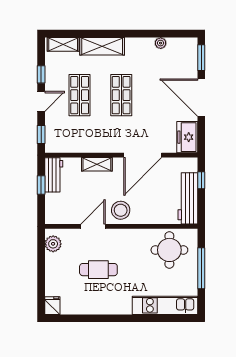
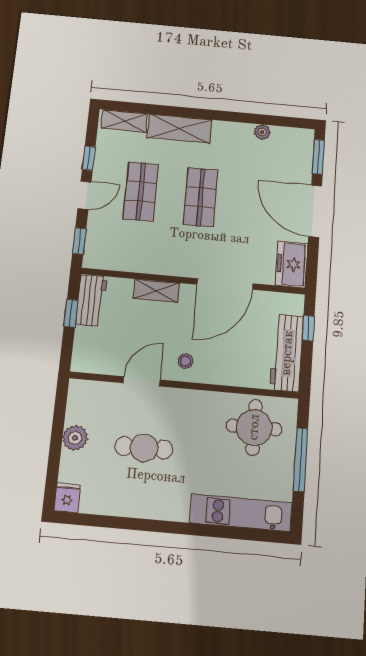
stool: (121, 210) -> (185, 361), width x0.53, depth x0.53
plant: (53, 244) -> (75, 438), moved

